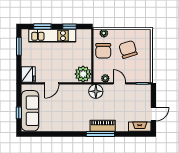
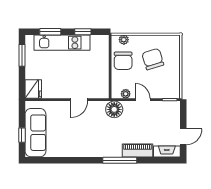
plant: (83, 74) -> (99, 89), removed
door: (52, 83) -> (79, 100), moved
piano: (103, 126) -> (137, 150), moved

